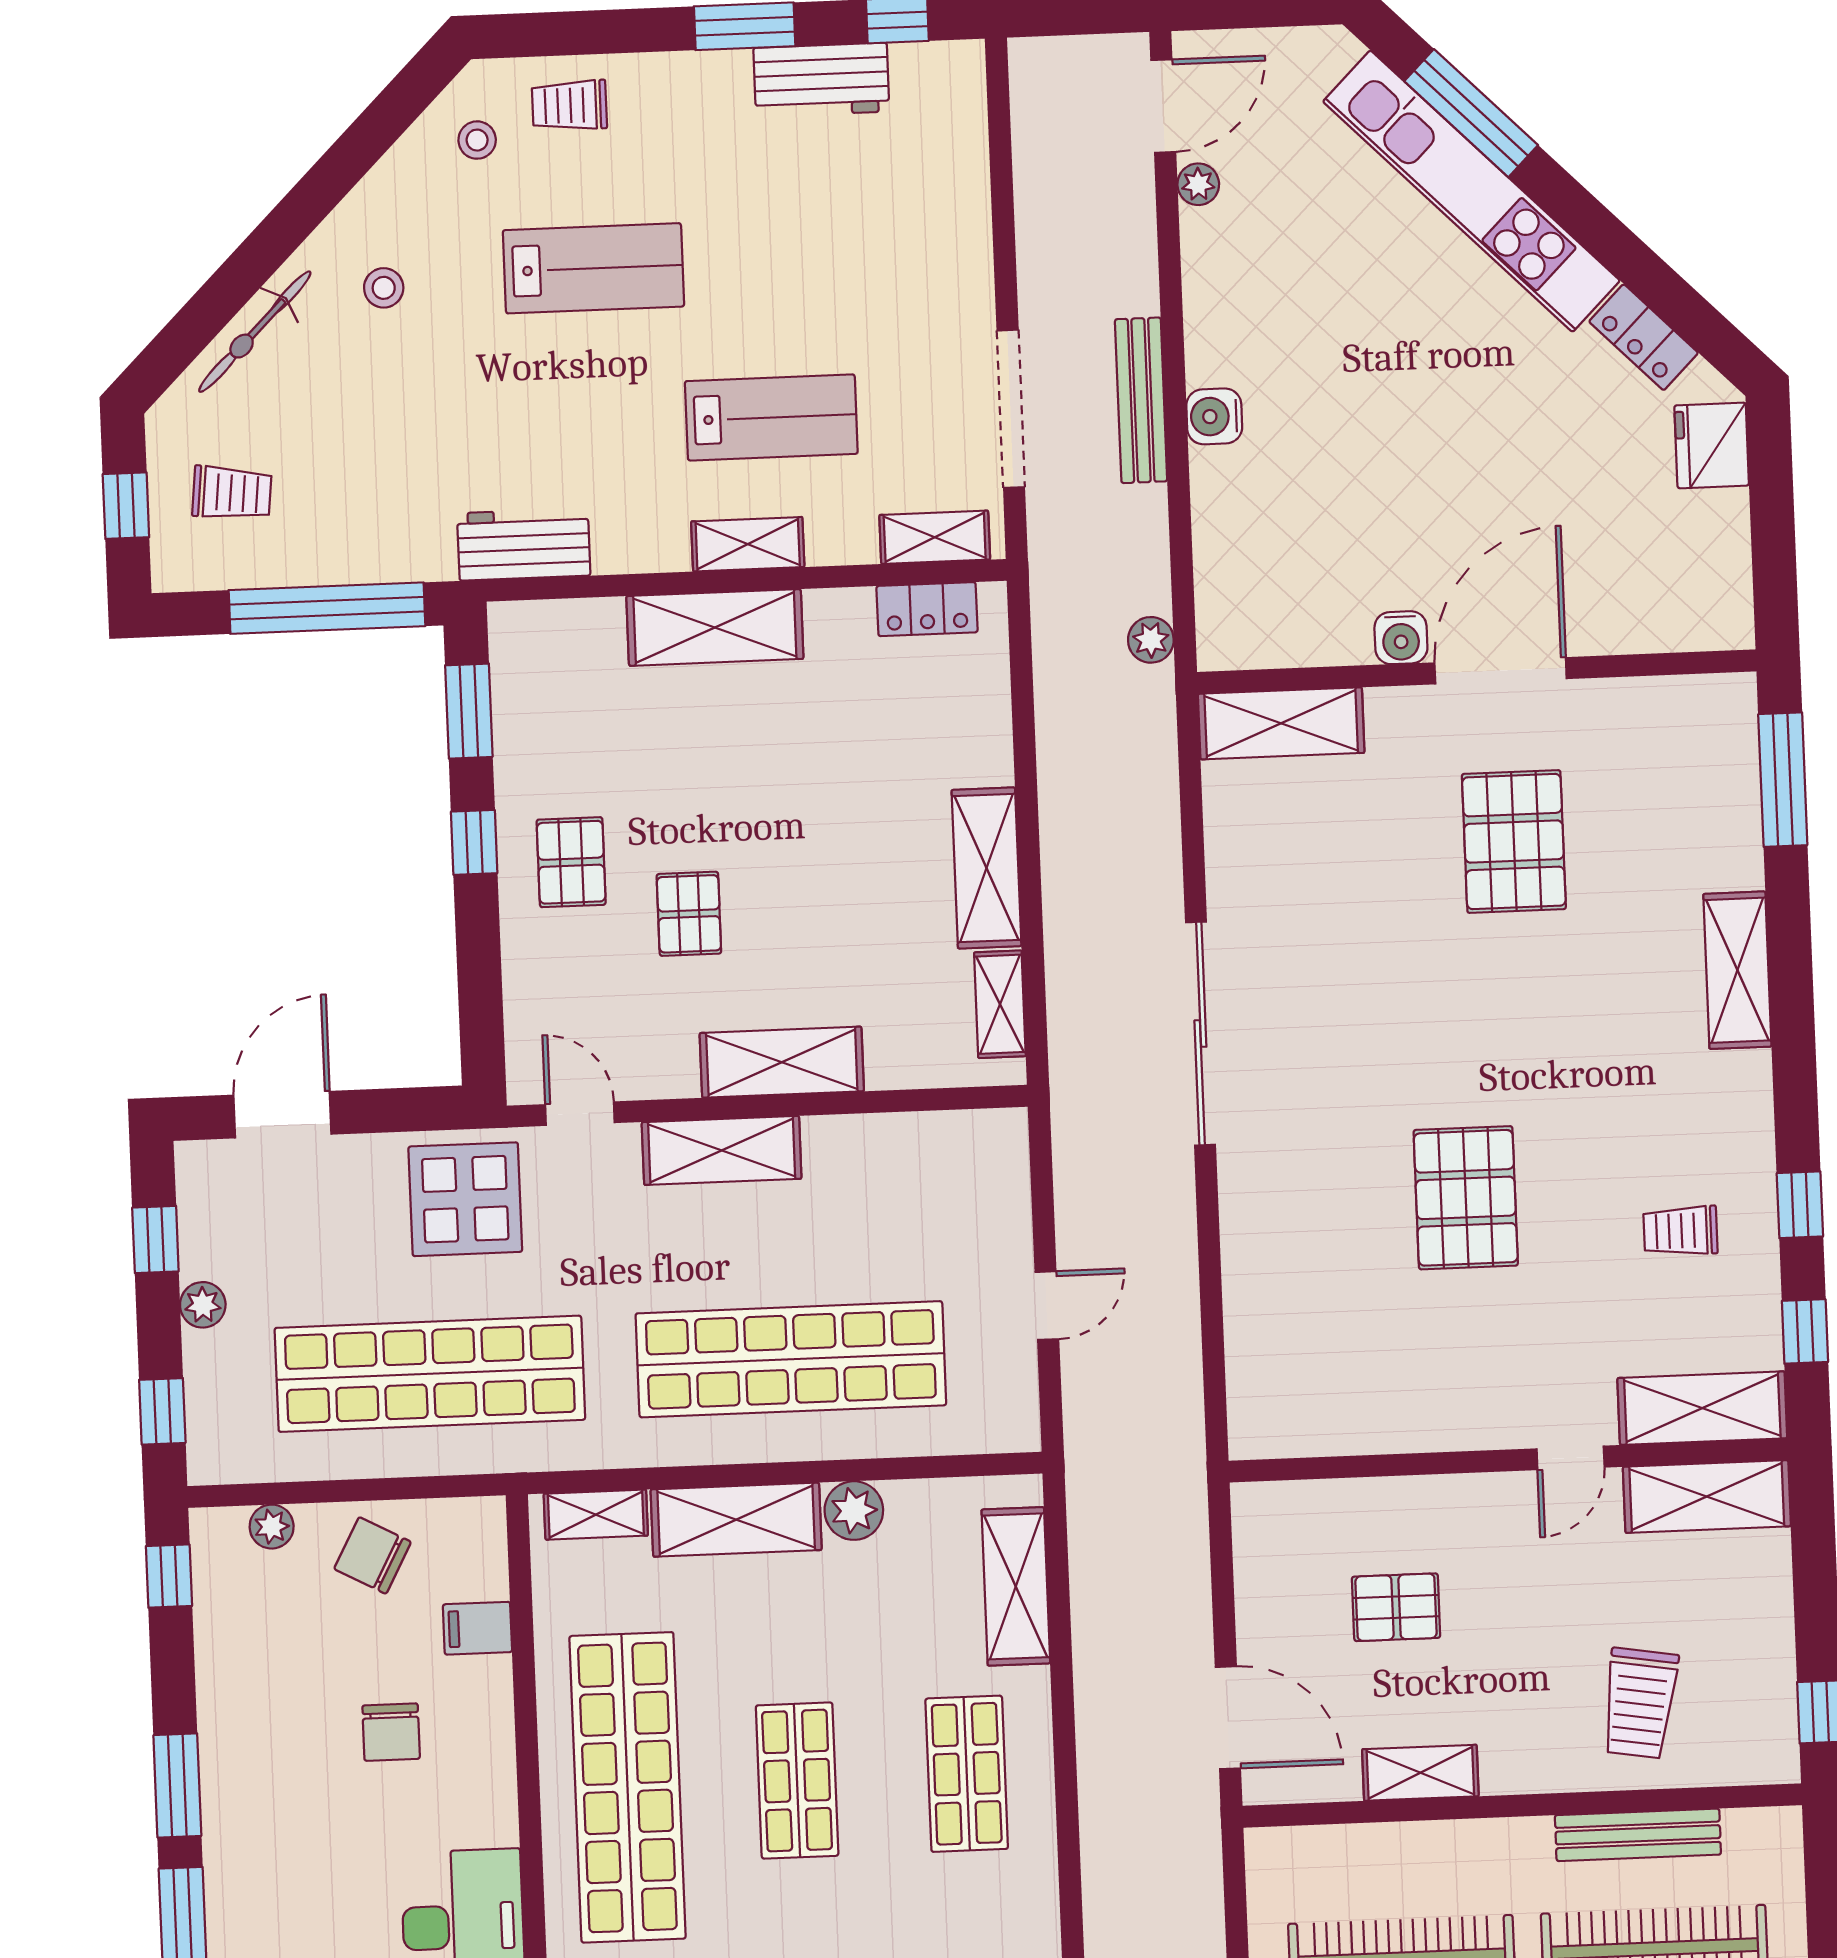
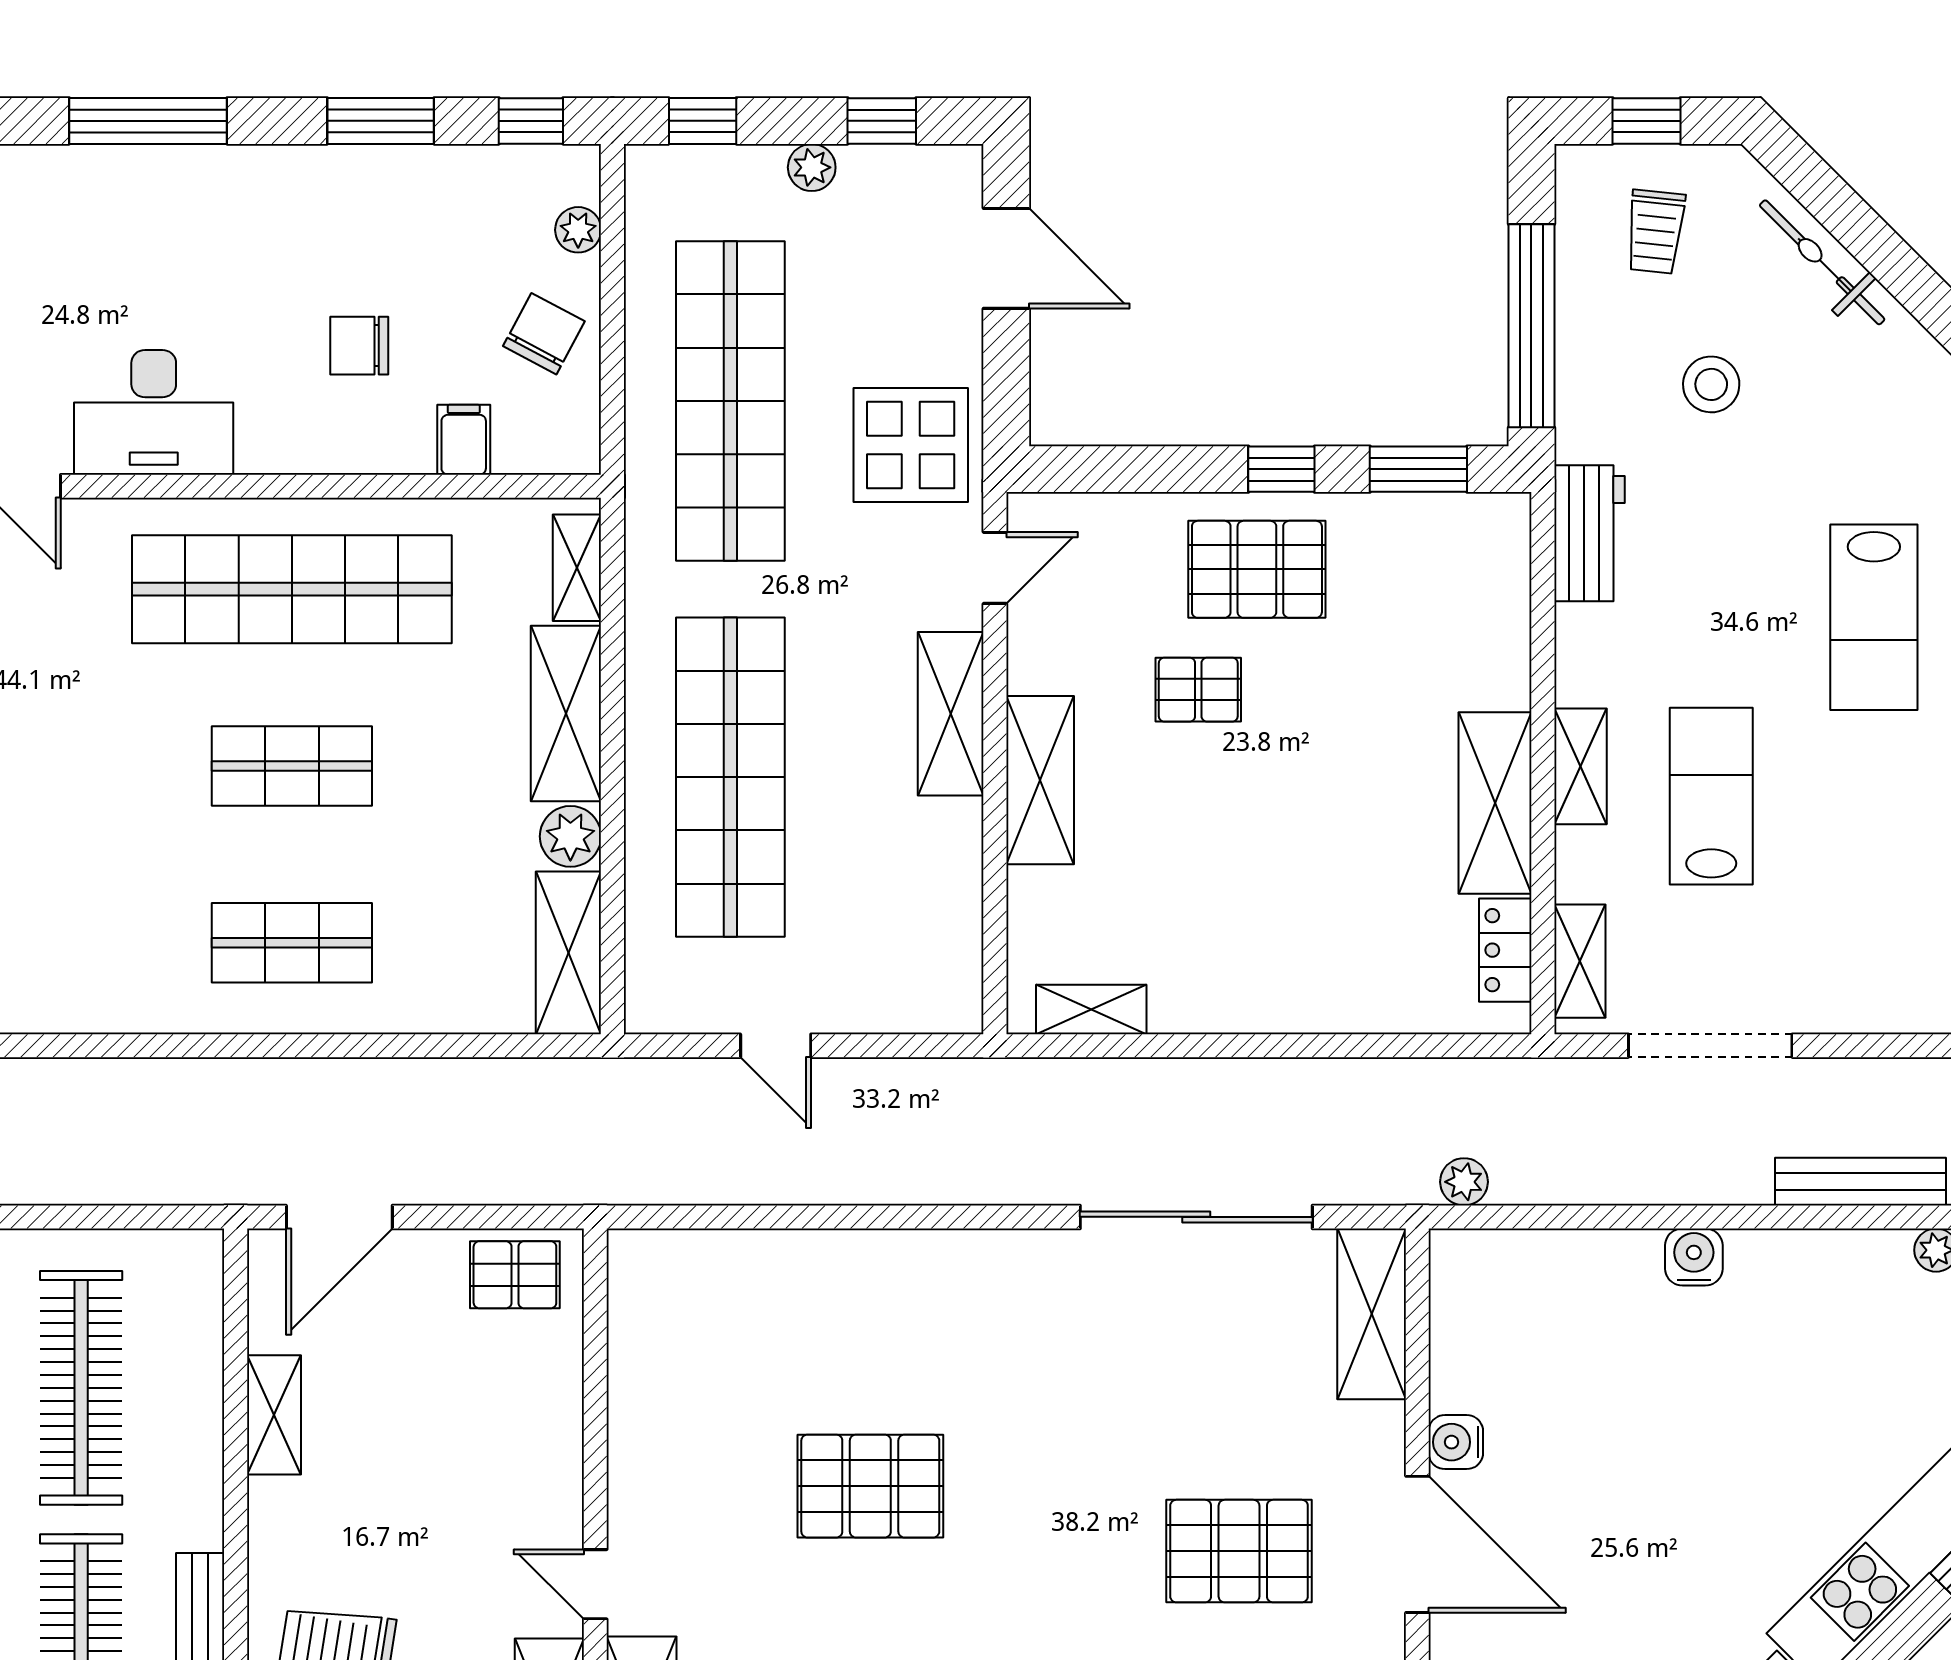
stool: (384, 288) -> (1711, 384), moved, width x1.37, depth x1.37
bench: (1141, 400) -> (1861, 1182), moved
lab bench: (771, 417) -> (1711, 796), turned 180
shelving: (715, 627) -> (1495, 803), moved
pallet: (571, 862) -> (1257, 569), width x1.50, depth x1.42
shelving: (986, 868) -> (1234, 1001), removed
sliding door: (1200, 1034) -> (1196, 1217), moved
shelving: (1016, 1586) -> (568, 953), moved, turned 90
pallet: (1396, 1607) -> (515, 1275), moved, turned 90
window: (177, 1786) -> (381, 121), moved

